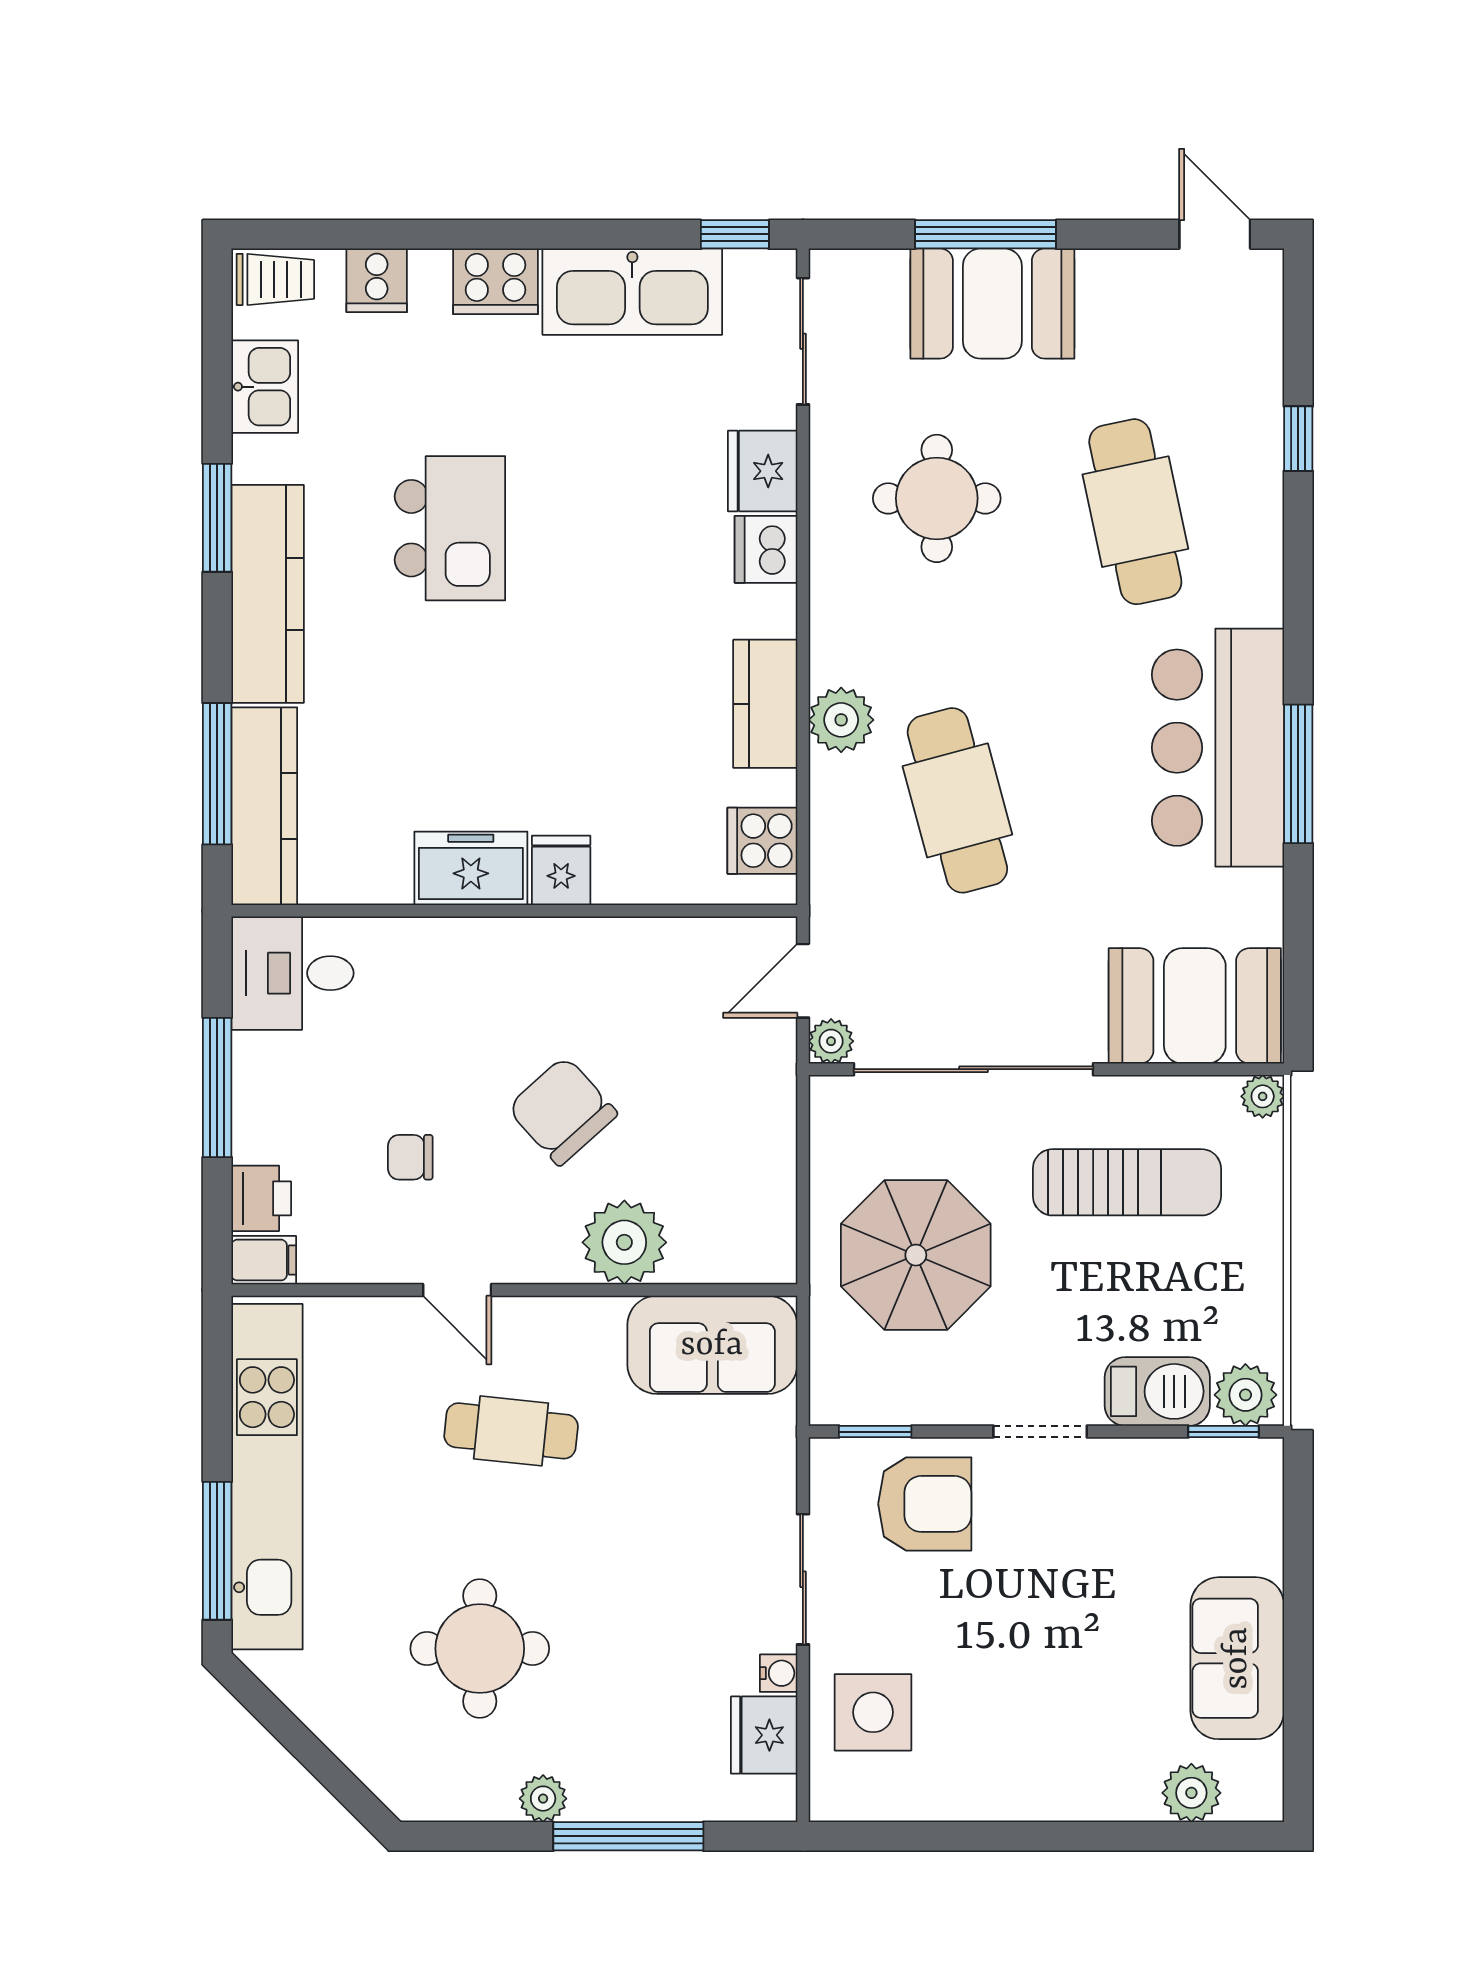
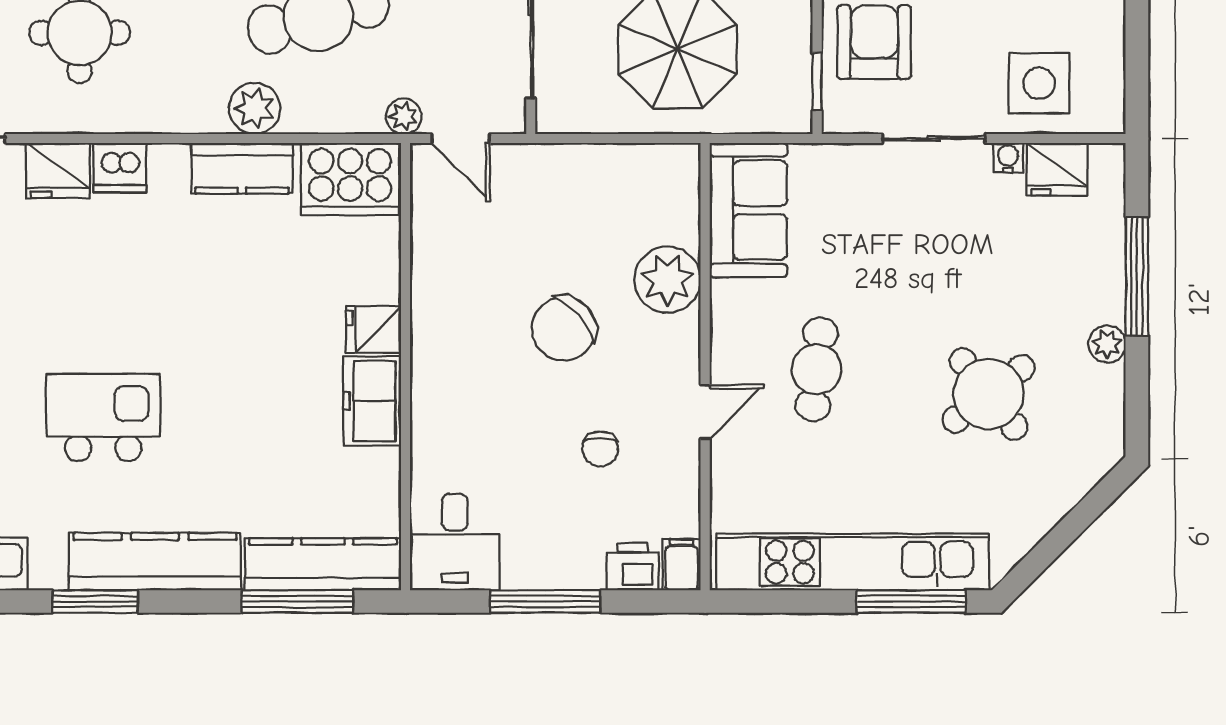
cooker: (762, 841) -> (350, 179), width x1.87, depth x1.31
plant: (831, 1041) -> (404, 116), moved
round table: (480, 1649) -> (989, 394), turned -38

